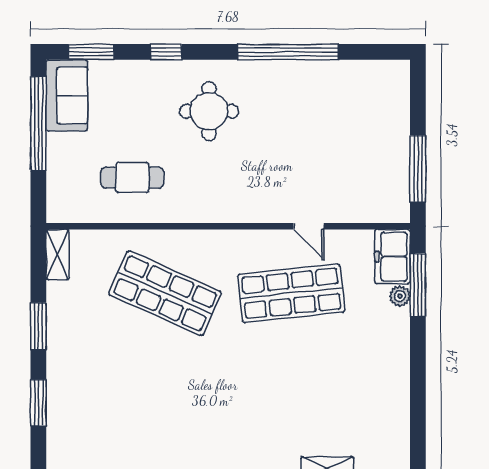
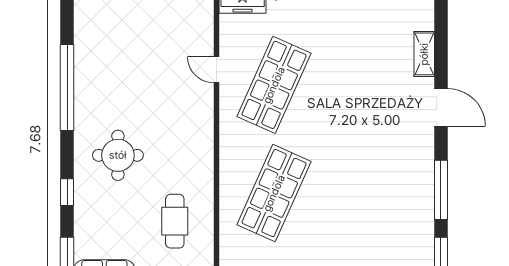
door: (309, 226) -> (217, 70), swing flipped
shop shelf: (291, 293) -> (274, 85), turned 30

